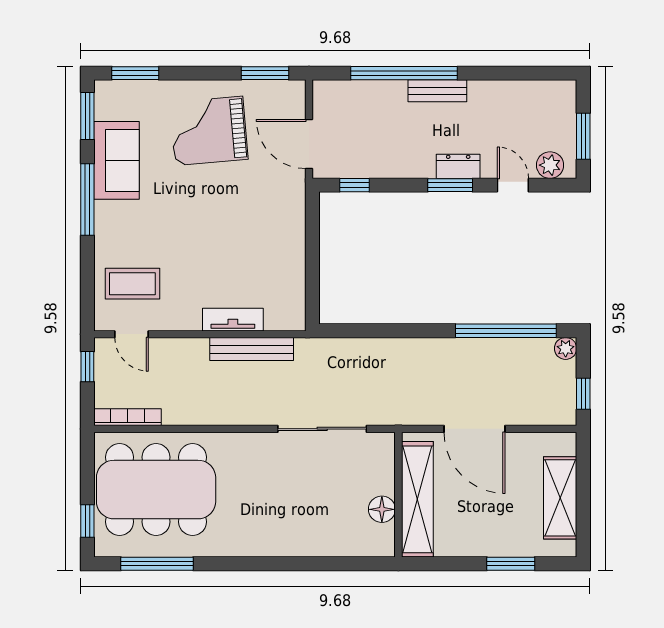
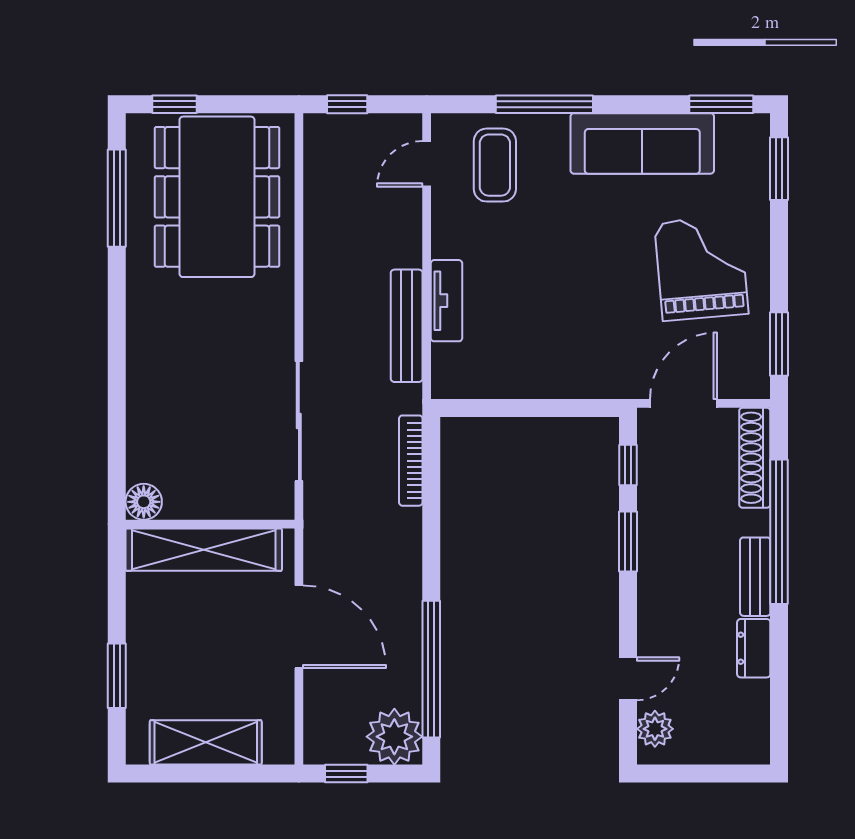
shoe rack: (349, 91) -> (755, 458), added
window: (583, 136) -> (694, 774), removed
sofa: (116, 160) -> (642, 143), width x1.36
dresser: (458, 166) -> (754, 648), moved, turned 180
window: (450, 185) -> (628, 541), moved
window: (87, 200) -> (544, 104), moved
plant: (566, 348) -> (394, 737), width x1.87, depth x1.87
window: (87, 367) -> (347, 104), moved
bookcase: (128, 417) -> (411, 461), moved, turned 180
door: (474, 429) -> (299, 627), swing flipped
floor lamp: (382, 509) -> (144, 502), moved

